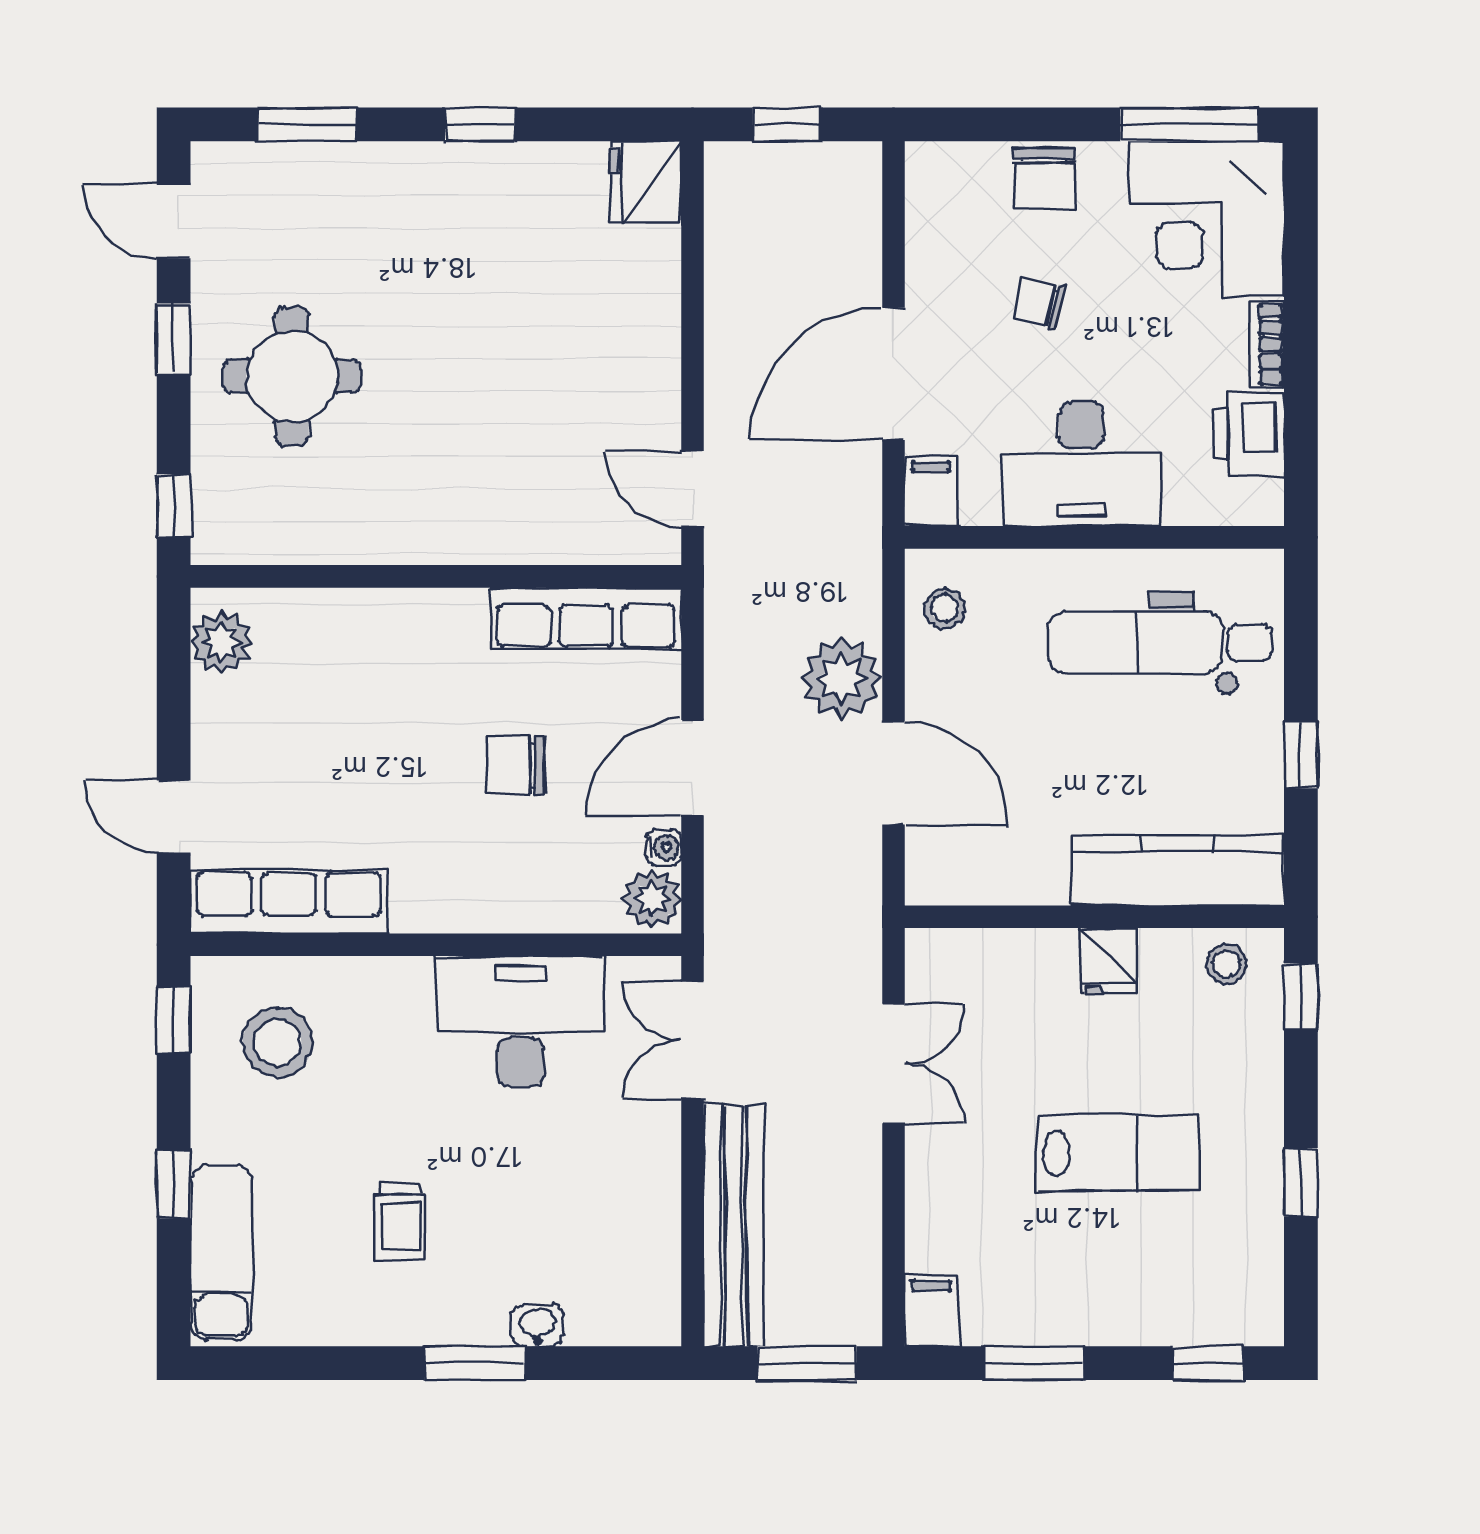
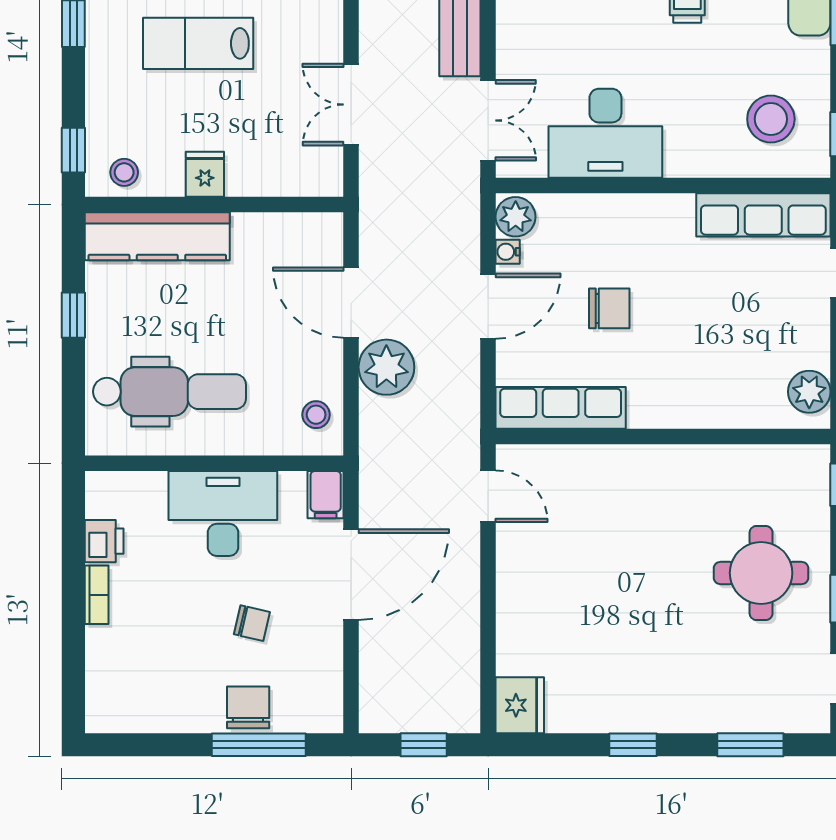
window: (1189, 124) -> (259, 745), moved
corner desk: (1206, 219) -> (138, 680), removed
printer: (1249, 435) -> (104, 541), width x0.73, depth x0.81

